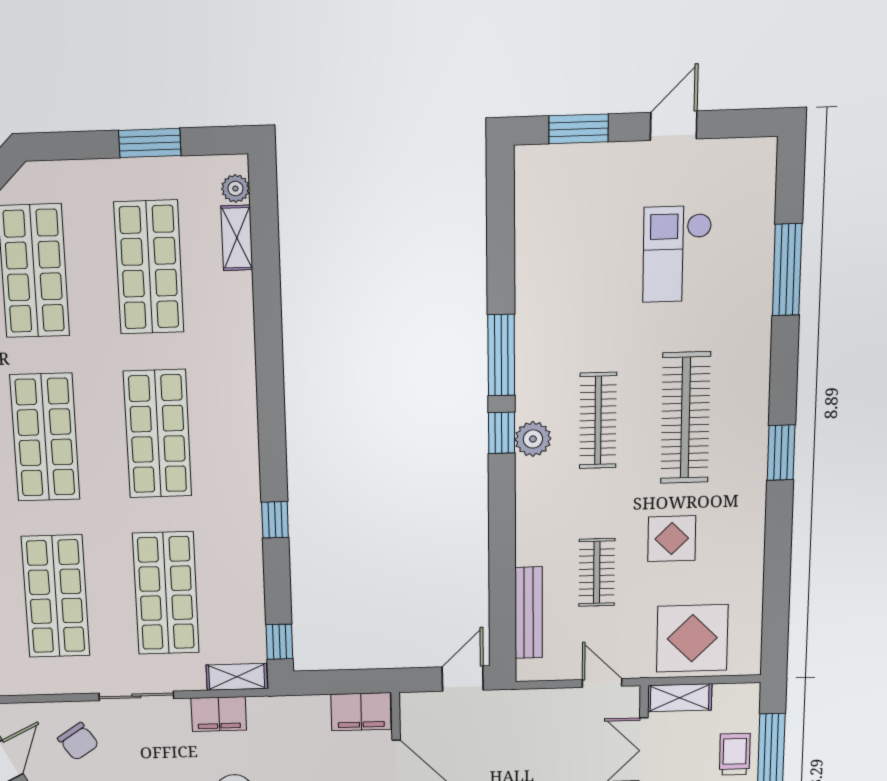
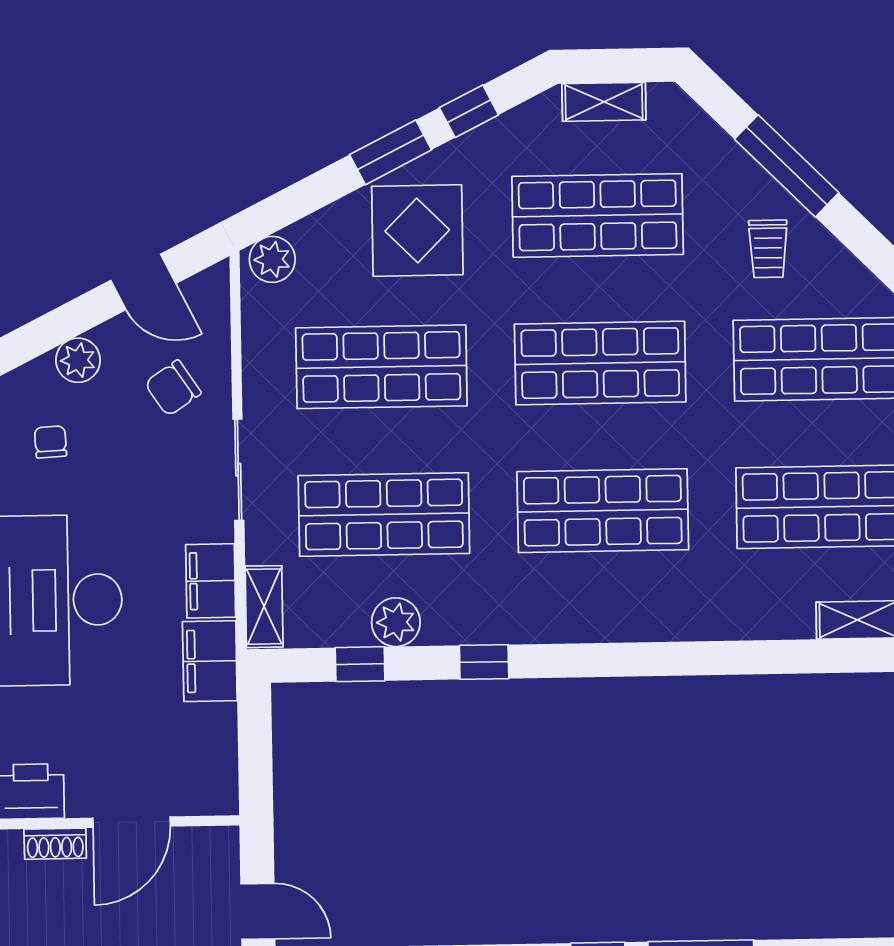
plant: (246, 584) -> (396, 622), added
window: (279, 642) -> (360, 664), moved
filing cabinet: (361, 712) -> (210, 661), moved

